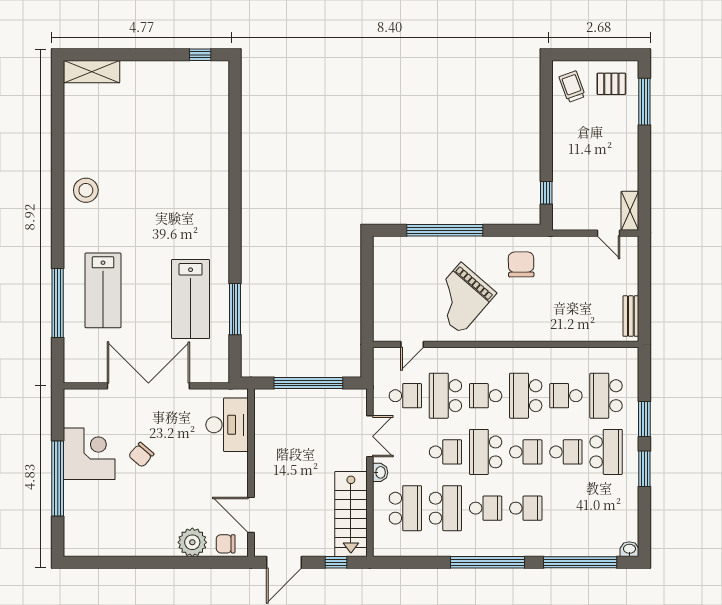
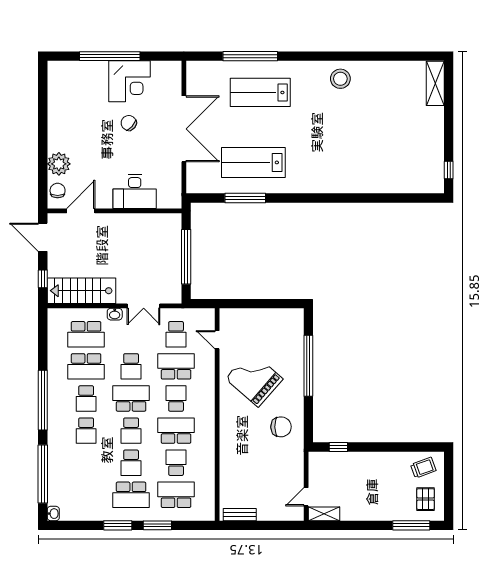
desk: (227, 425) -> (135, 192), moved

